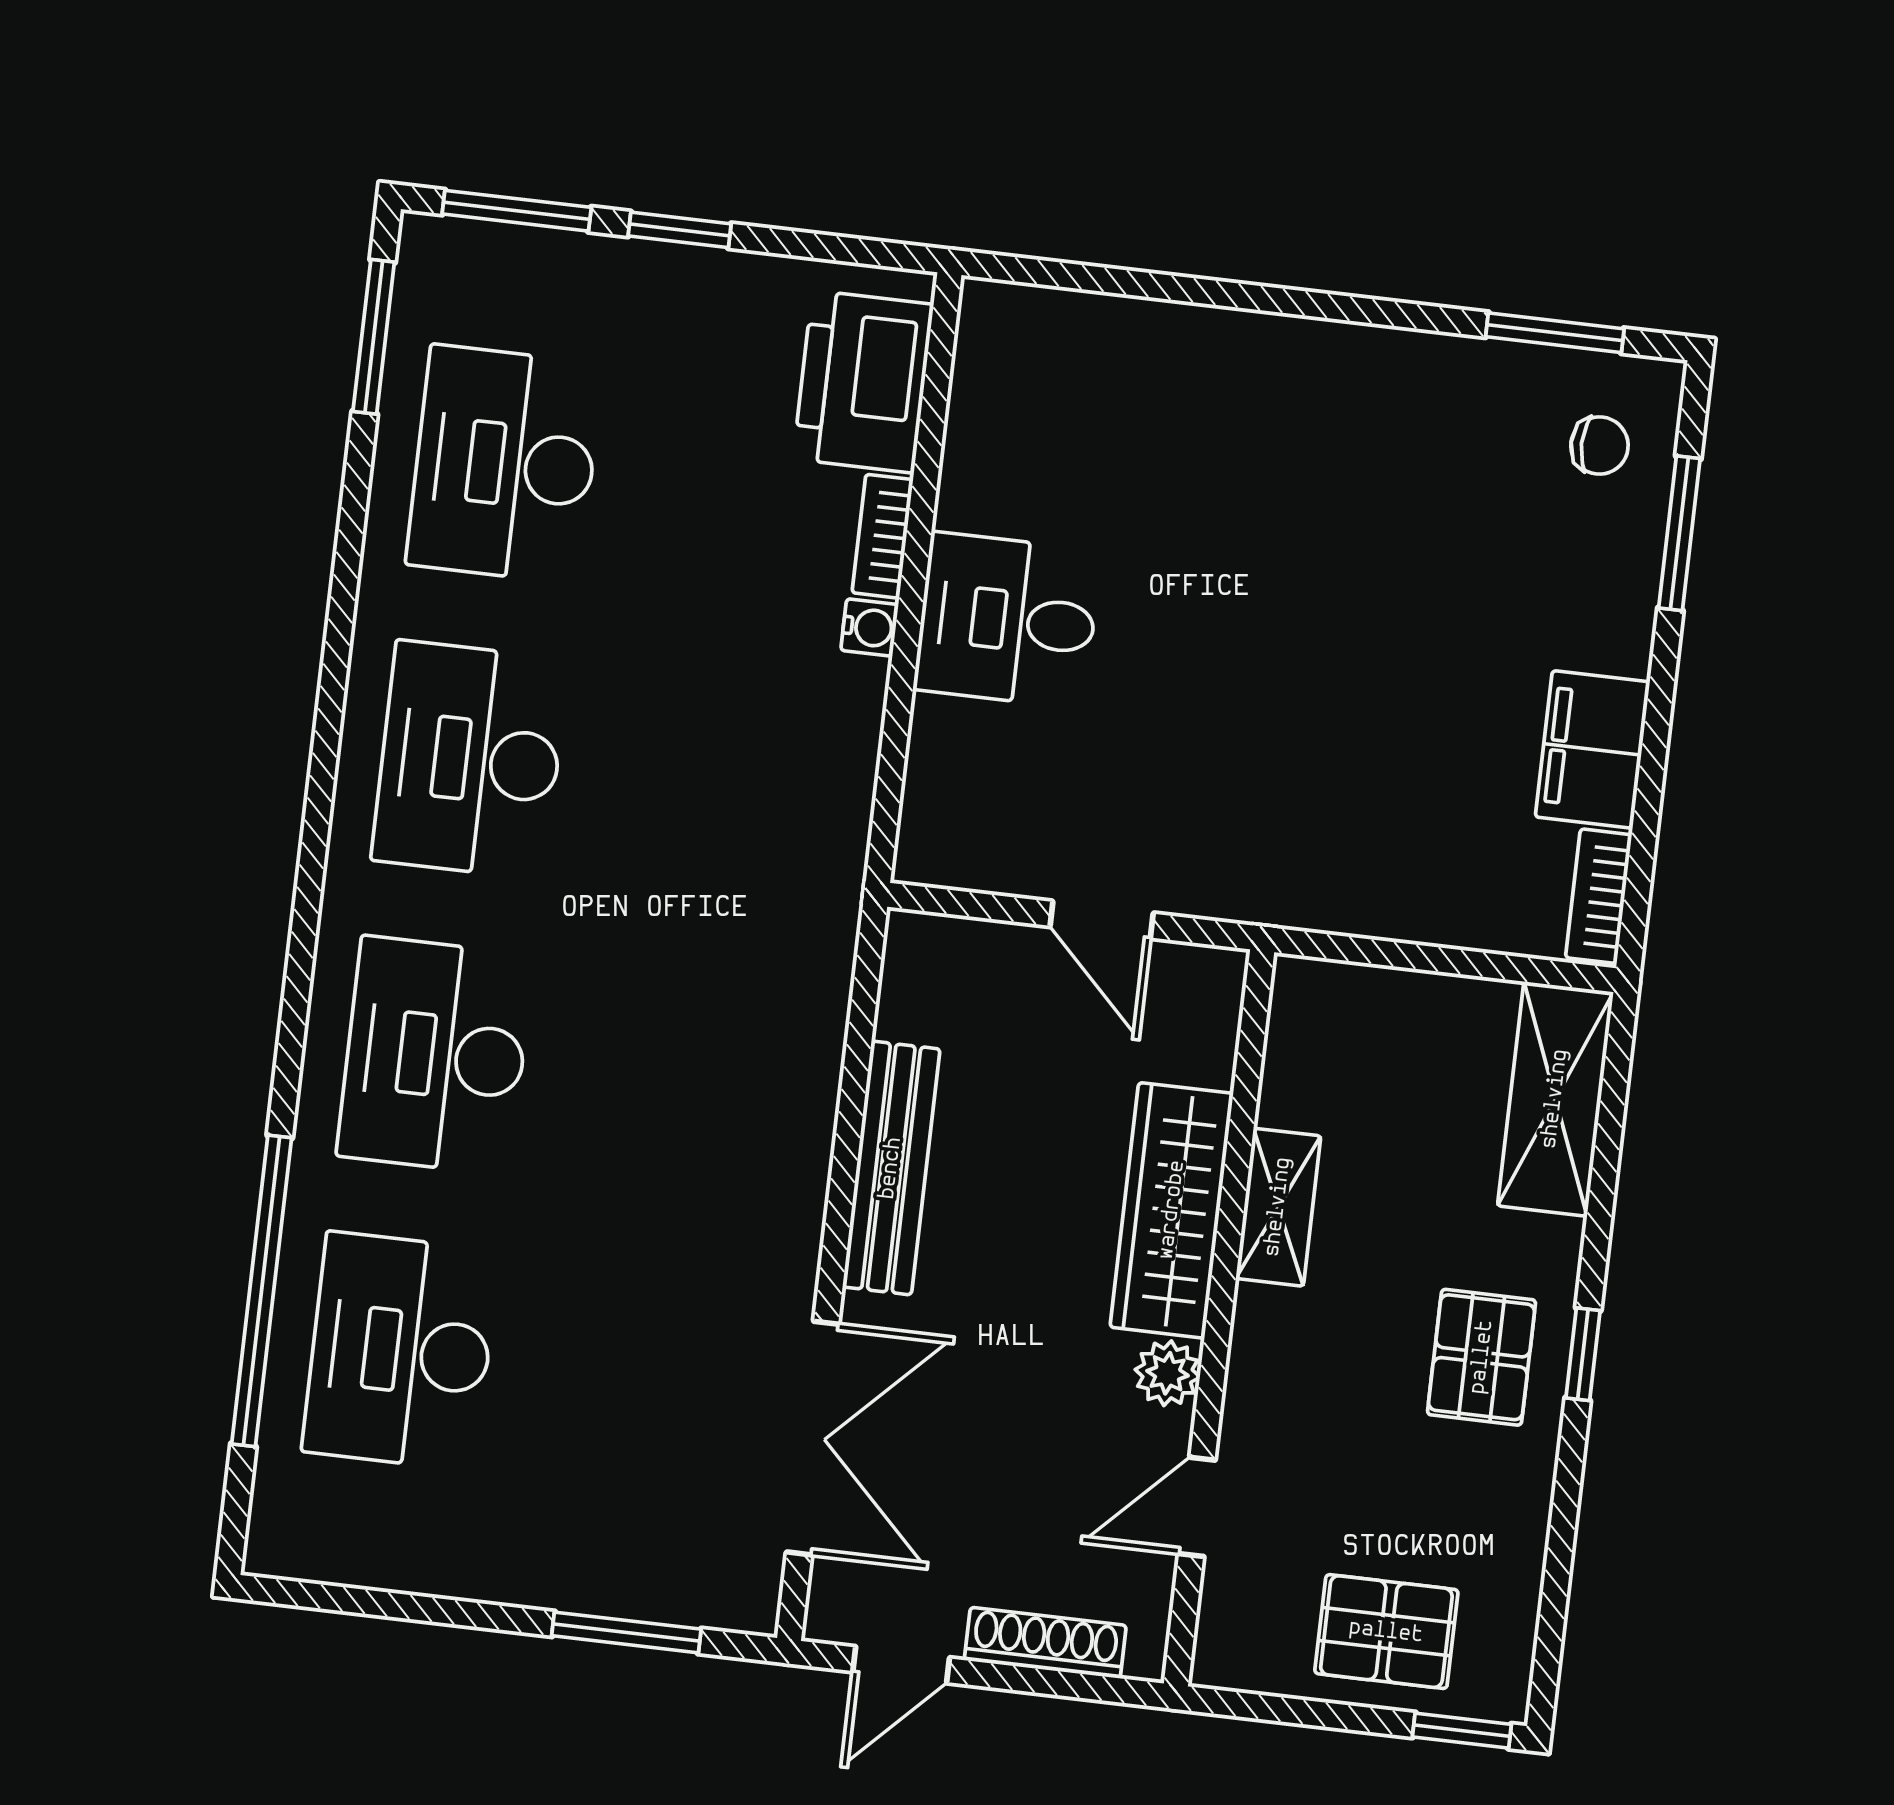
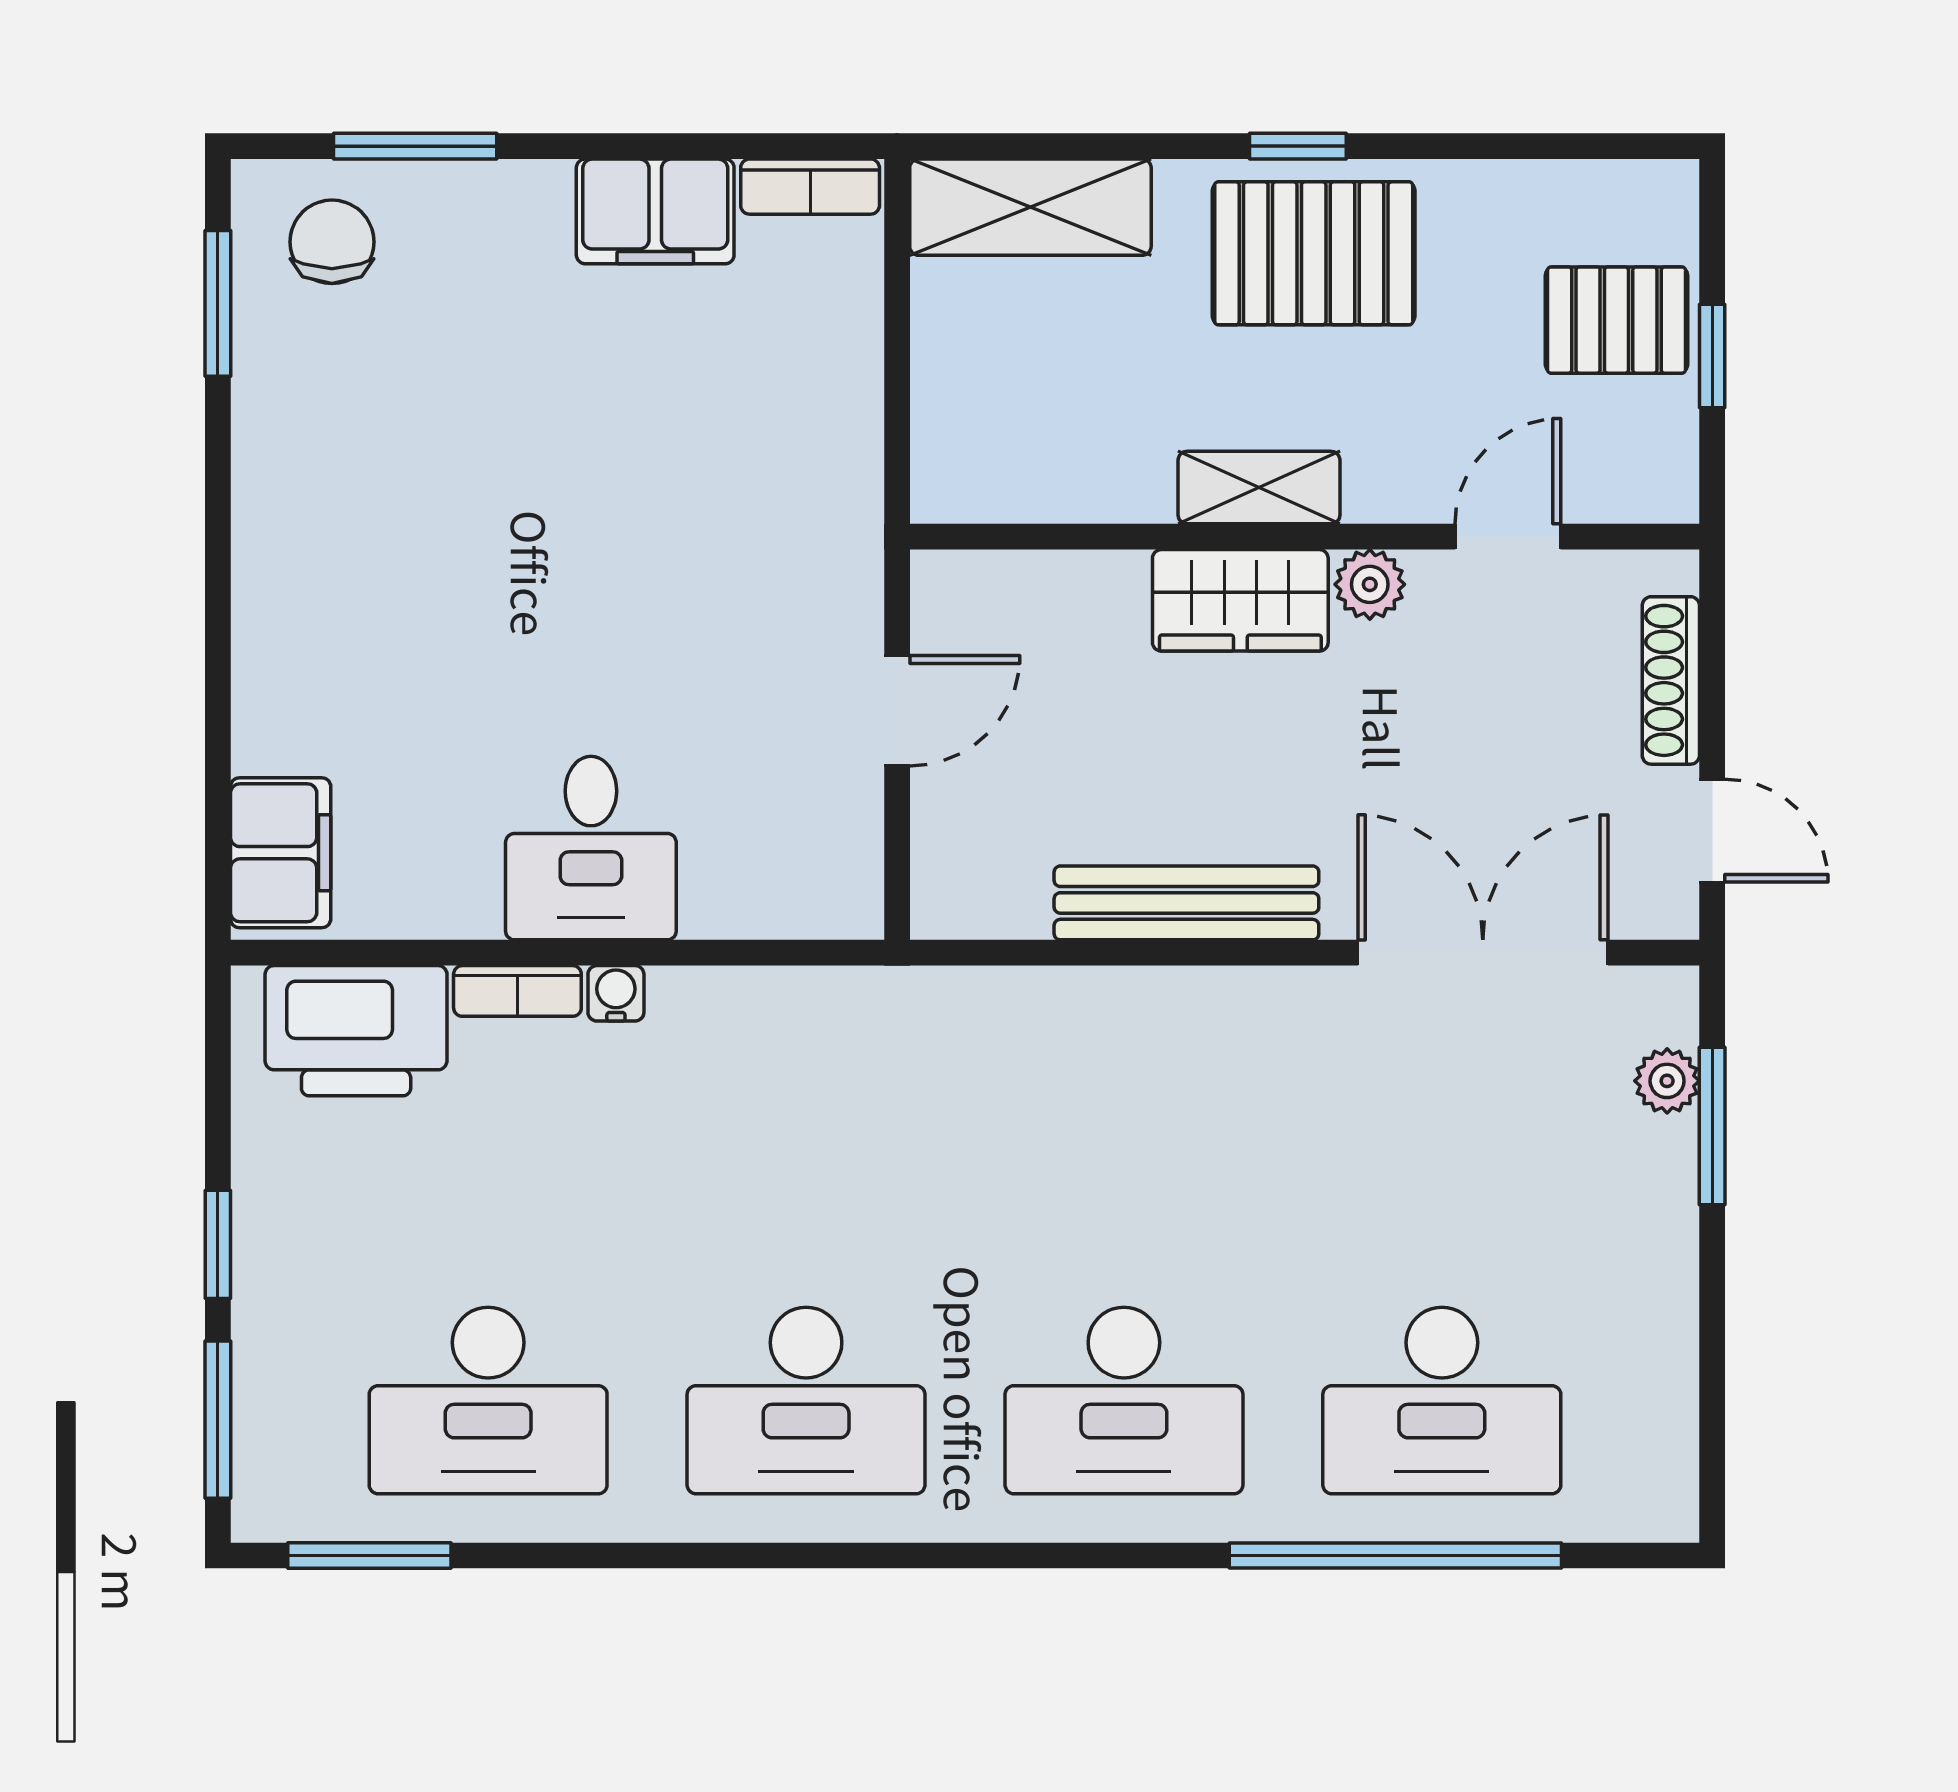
filing cabinet: (1037, 331) -> (281, 853), added
chair: (1600, 446) -> (332, 242), width x1.37, depth x1.37
shelving: (1278, 1207) -> (1259, 488), moved
wardrobe: (1172, 1210) -> (1240, 600), width x0.67
pallet: (1482, 1357) -> (1314, 253), width x1.50, depth x1.42
door: (1197, 1507) -> (1508, 537), swing flipped
plant: (673, 1595) -> (1667, 1081), added
pallet: (1386, 1632) -> (1616, 320), turned 90
window: (1462, 1731) -> (1712, 356), moved

